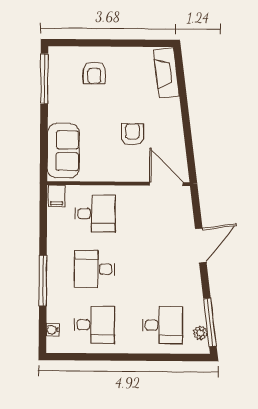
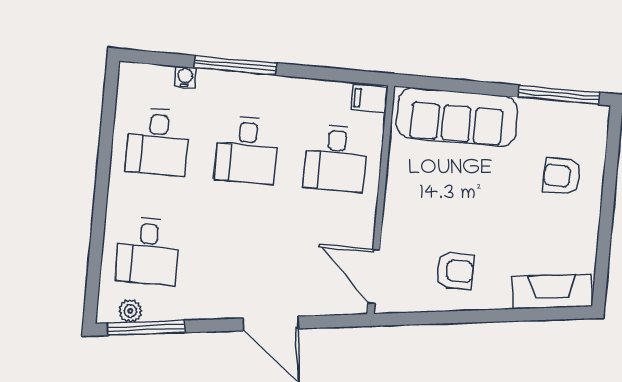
armchair: (133, 134) -> (455, 271), moved
sofa: (63, 151) -> (457, 117), width x1.36
door: (166, 184) -> (374, 277), swing flipped
desk: (95, 269) -> (247, 150), turned 180
water cooler: (53, 330) -> (185, 77), moved

